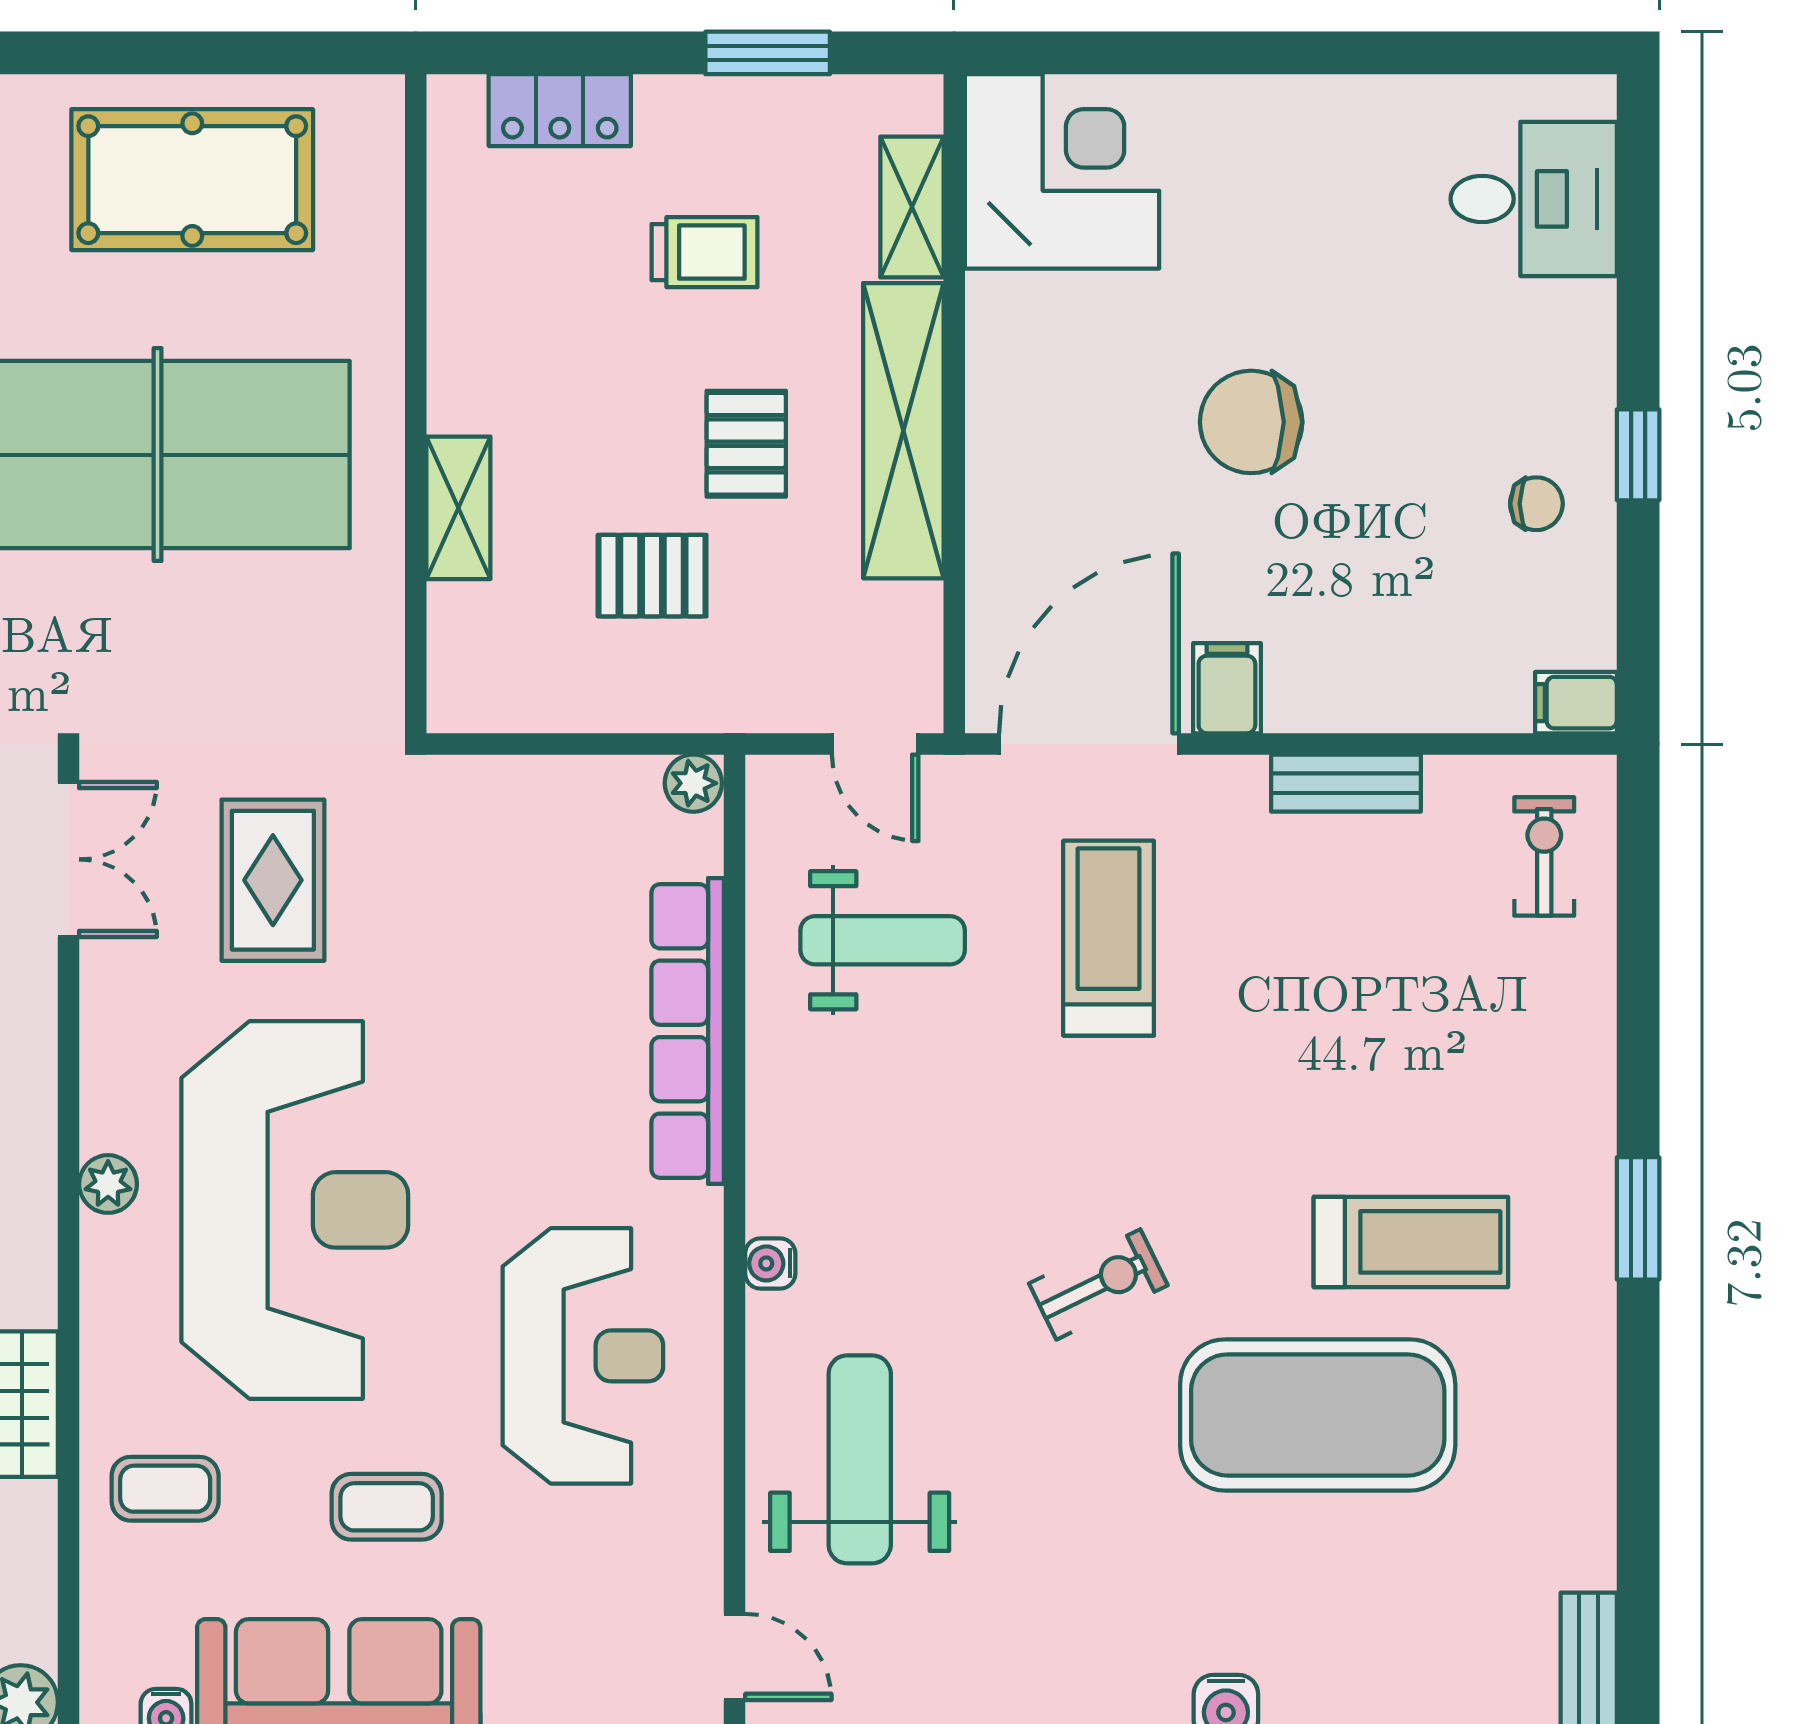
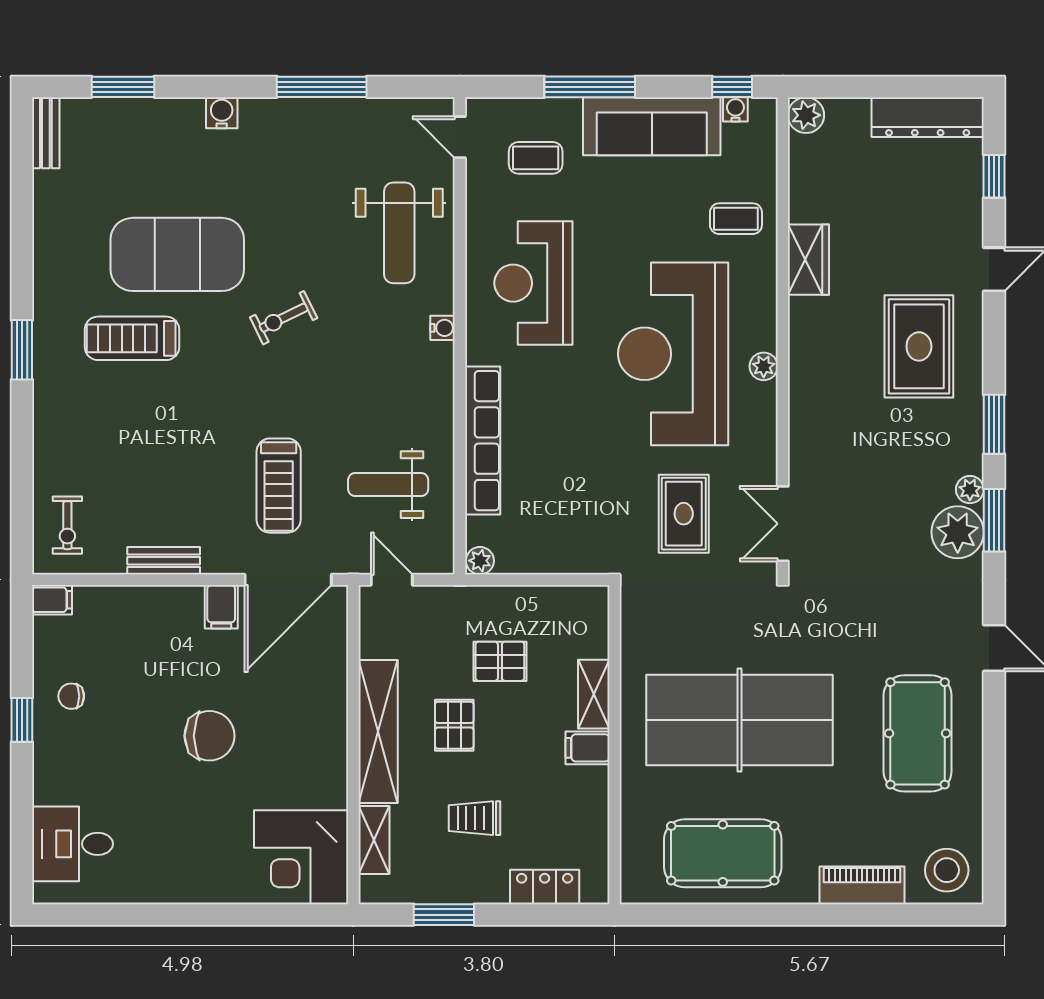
filing cabinet: (471, 397) -> (587, 748), added
coffee table: (387, 1507) -> (536, 158), moved

